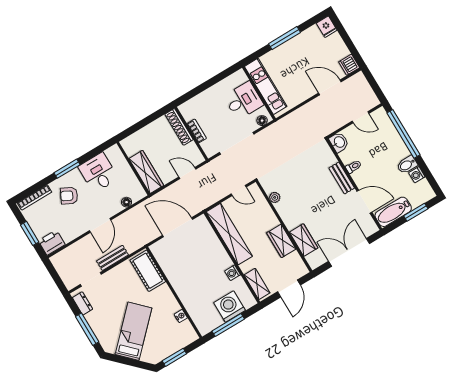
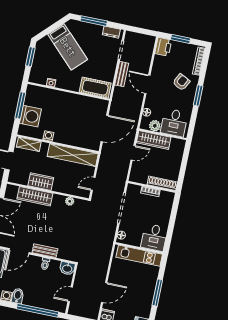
desk: (243, 101) -> (154, 237), moved
desk: (98, 173) -> (174, 123), moved, turned 90
door: (187, 173) -> (133, 153), moved
plant: (132, 183) -> (155, 126), added
wardrobe: (304, 240) -> (35, 196), width x1.50

